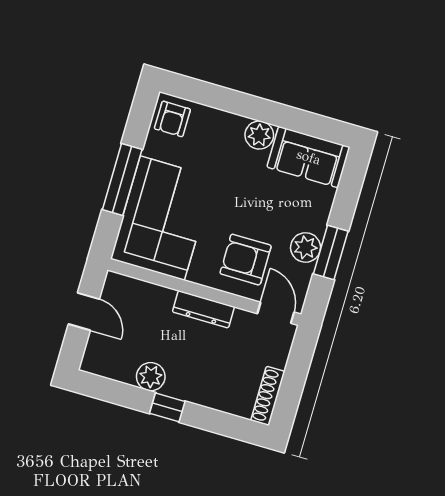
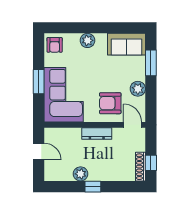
plant: (259, 135) -> (87, 40), moved
window: (122, 180) -> (39, 82), width x0.69
window: (331, 253) -> (151, 63), moved
window: (290, 394) -> (151, 163), added

